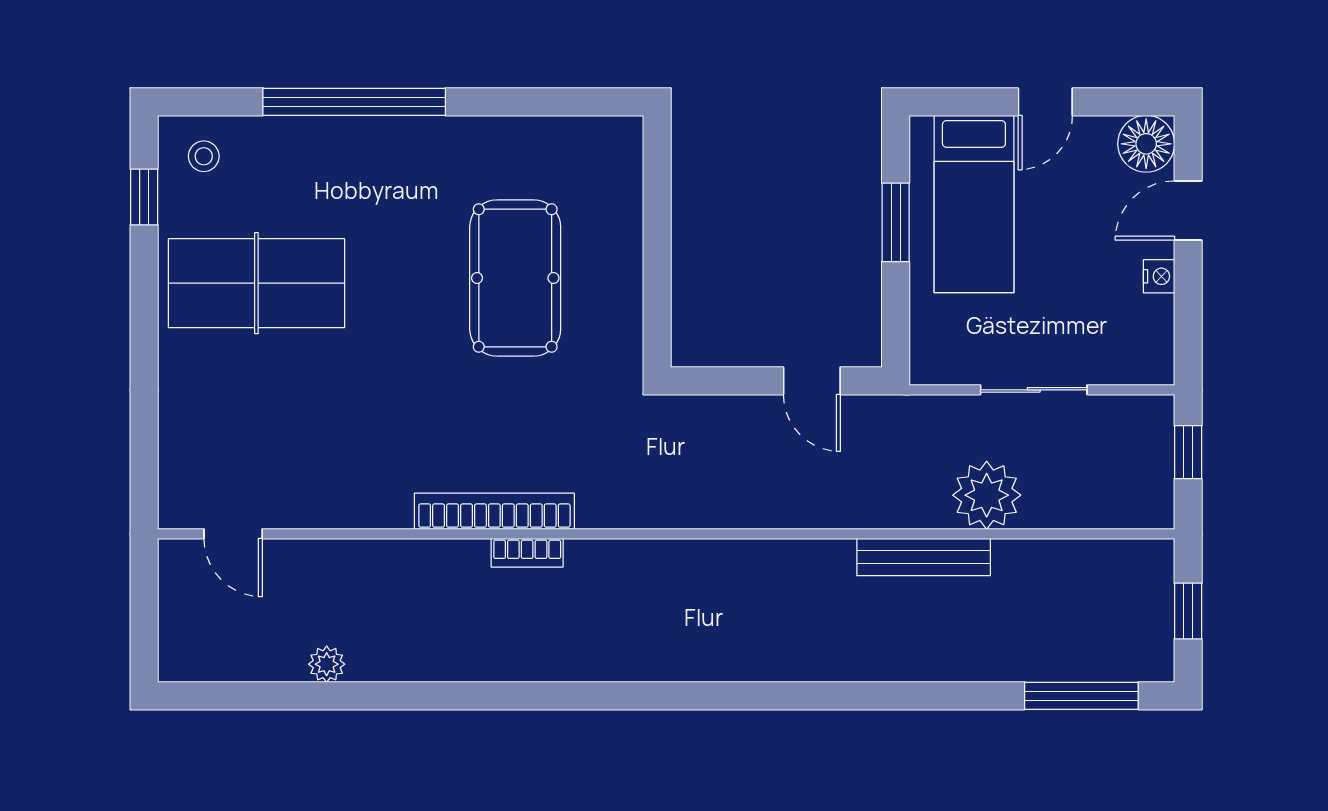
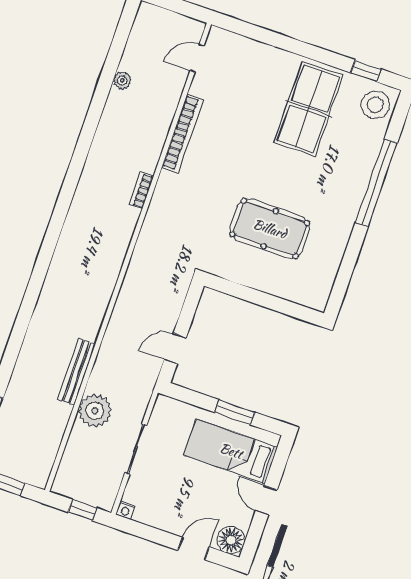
stool: (204, 156) -> (375, 105), width x1.89, depth x1.89
door: (1188, 211) -> (194, 549), hinge flipped
nightstand: (1159, 276) -> (126, 510), moved
bookcase: (494, 511) -> (183, 133), moved

